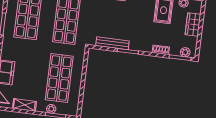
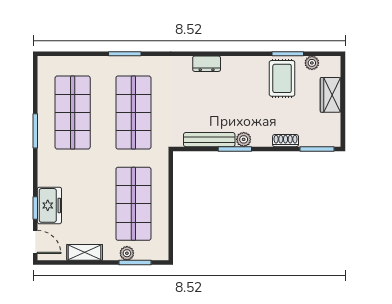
plant: (185, 52) -> (244, 139), moved

